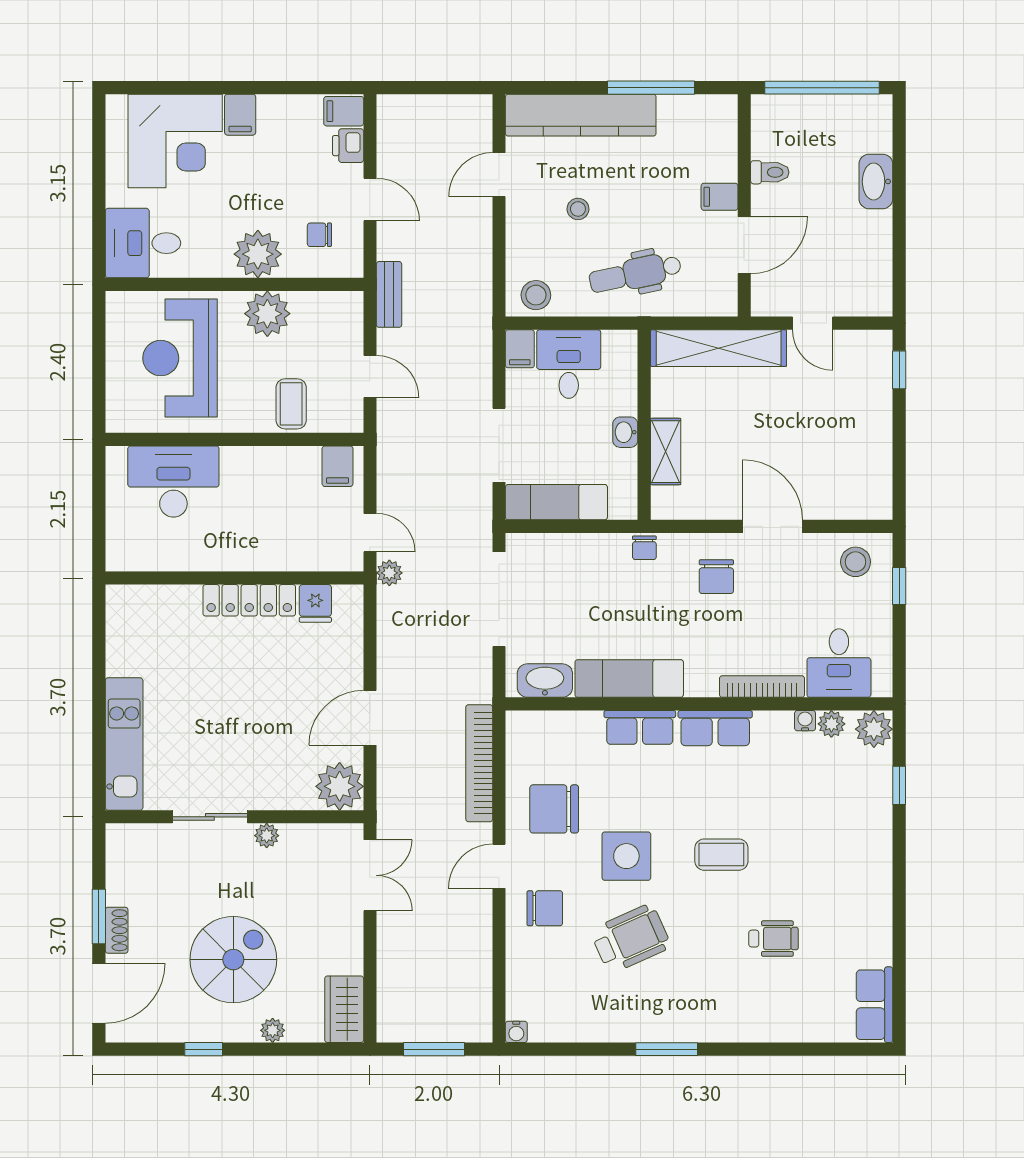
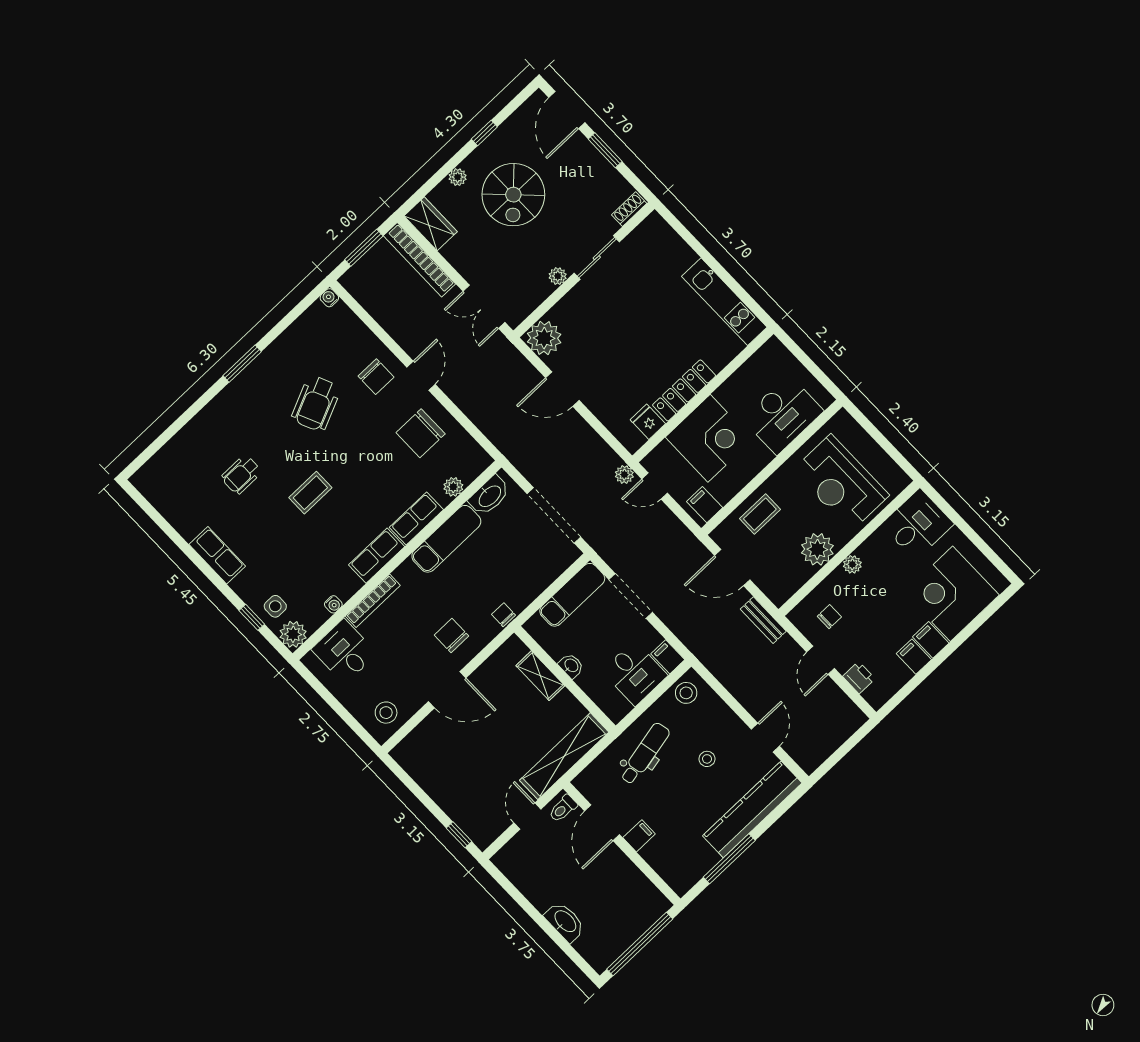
filing cabinet: (344, 111) -> (914, 657), moved, turned -90
toilet: (770, 172) -> (563, 809), moved
door: (370, 200) -> (821, 660), hinge flipped
plant: (258, 254) -> (852, 564), width x0.53, depth x0.53
door: (813, 323) -> (527, 816), hinge flipped
reception desk: (180, 358) -> (841, 483), turned 180
door: (370, 377) -> (732, 568), width x1.37
coffee table: (291, 404) -> (760, 514), turned 90
corner desk: (270, 528) -> (709, 438), added
window: (899, 586) -> (351, 722), removed
door: (370, 718) -> (562, 389), swing flipped
plant: (831, 724) -> (453, 487), moved
kitchen unit: (124, 744) -> (724, 302), moved
bookcase: (479, 763) -> (419, 260), moved, turned 180
chair: (554, 809) -> (421, 433), turned 180
side table: (626, 856) -> (275, 606), moved, width x0.54, depth x0.54
chair: (545, 908) -> (376, 377), turned -90
shoe rack: (117, 930) -> (629, 209), moved, turned 90
row of seats: (874, 1005) -> (217, 555), moved

